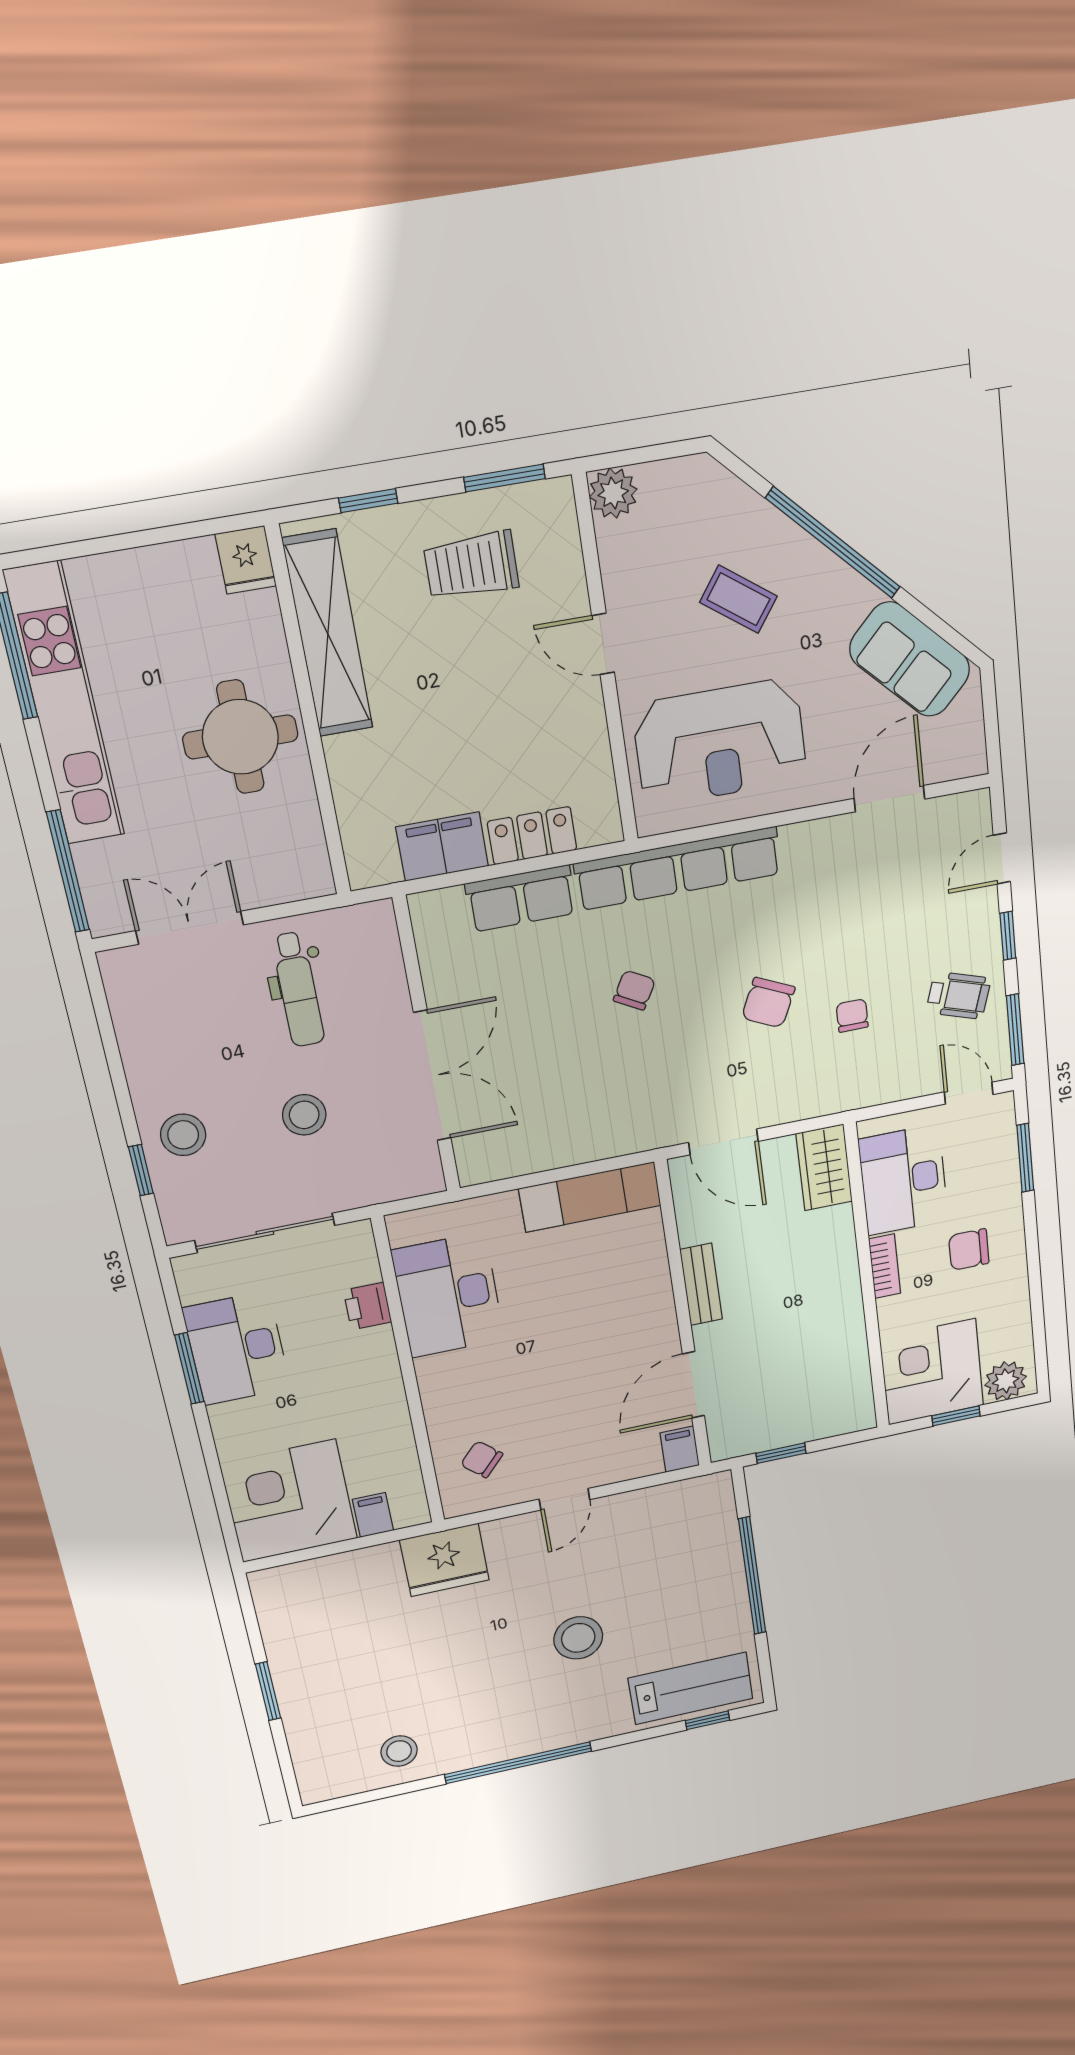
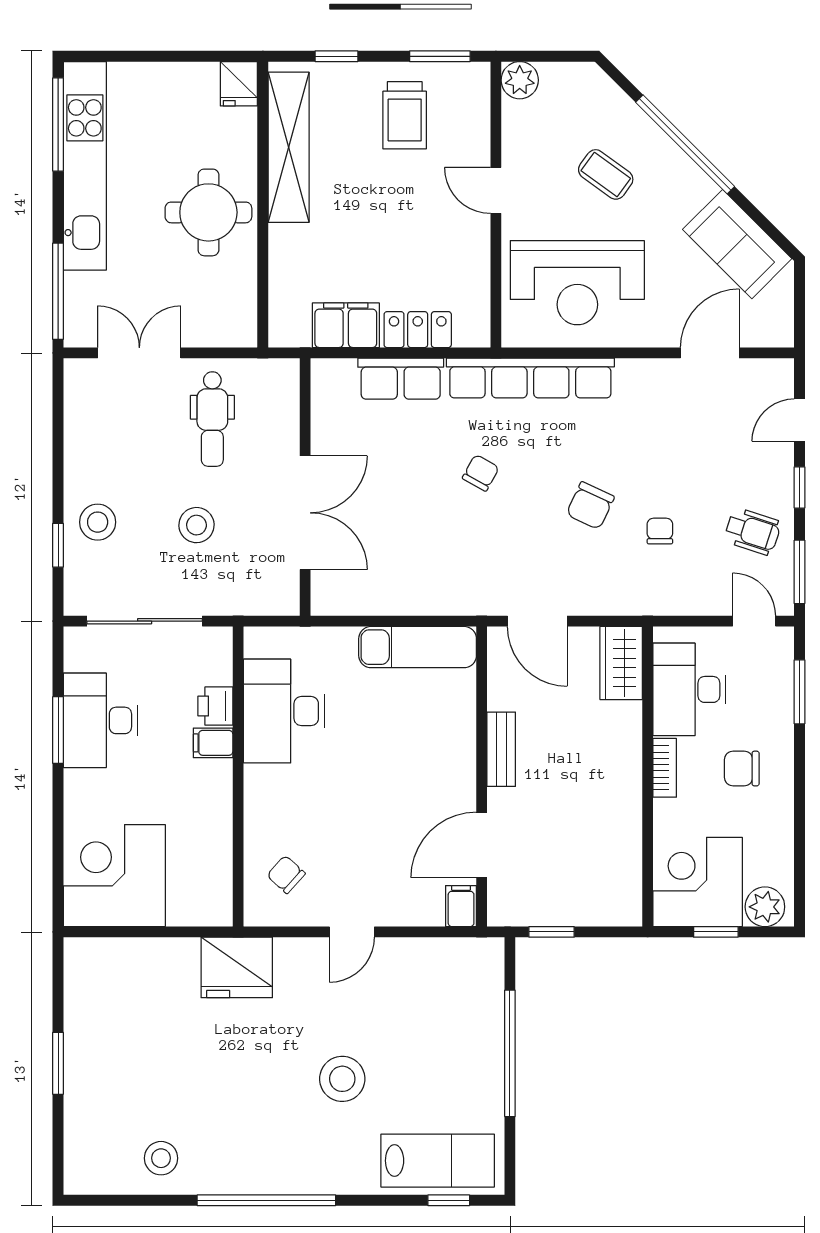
trolley: (471, 566) -> (405, 115), turned -90
filing cabinet: (373, 1515) -> (213, 743), moved, turned -90

